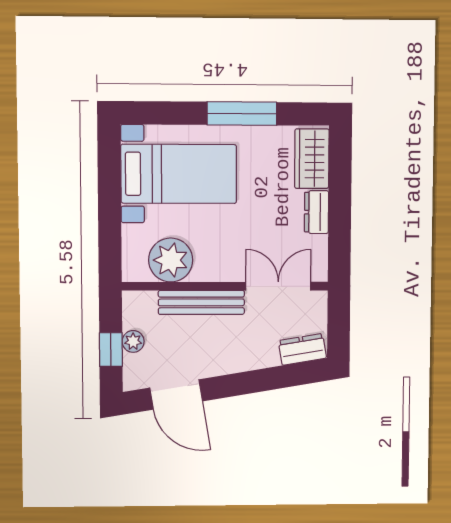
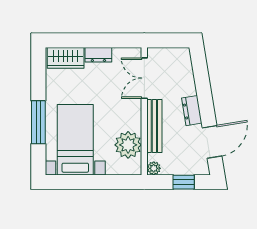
window: (242, 114) -> (38, 122), moved
plant: (133, 341) -> (154, 168), moved
dresser: (302, 349) -> (192, 111), moved

